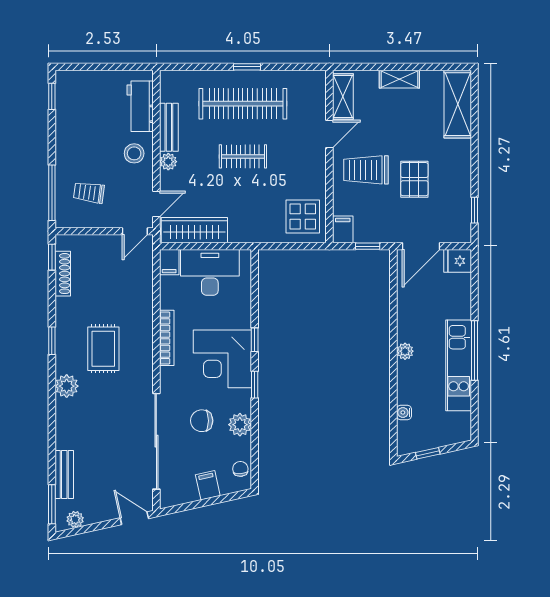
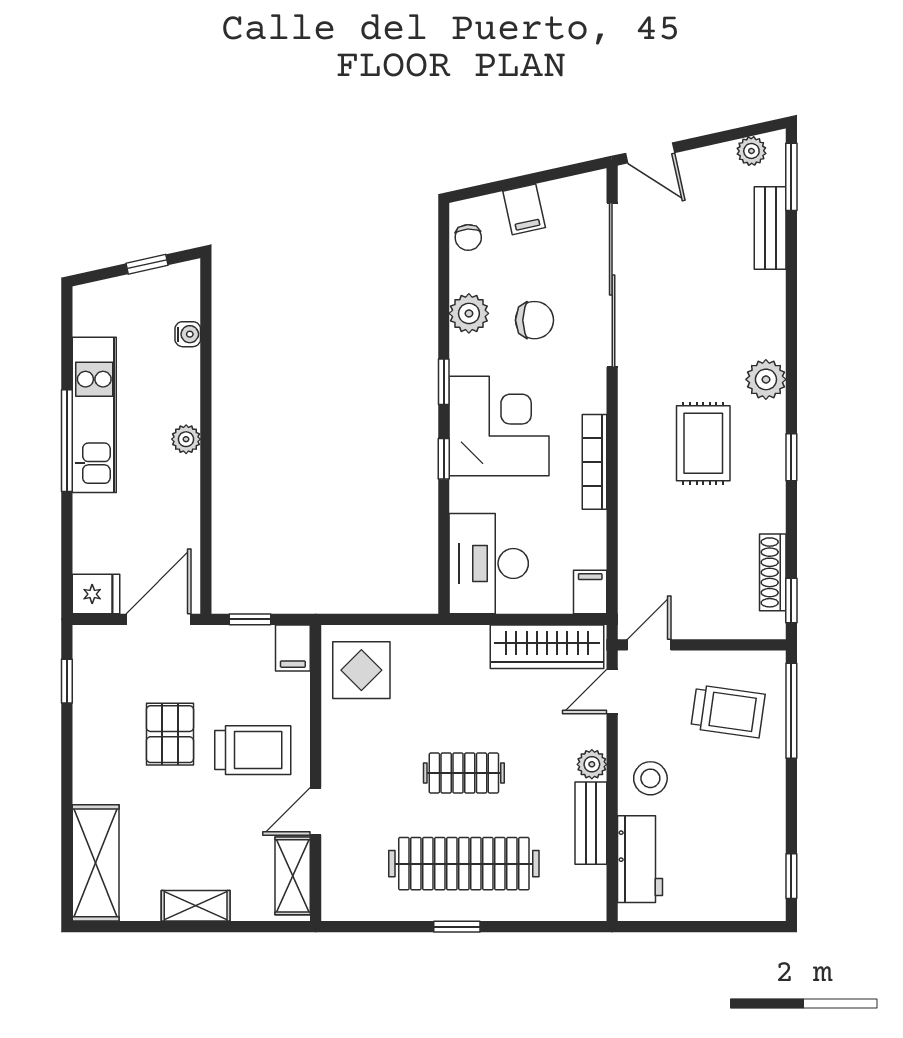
trolley: (89, 193) -> (728, 711), width x1.36, depth x1.39
desk: (210, 272) -> (489, 564), moved, turned 90

